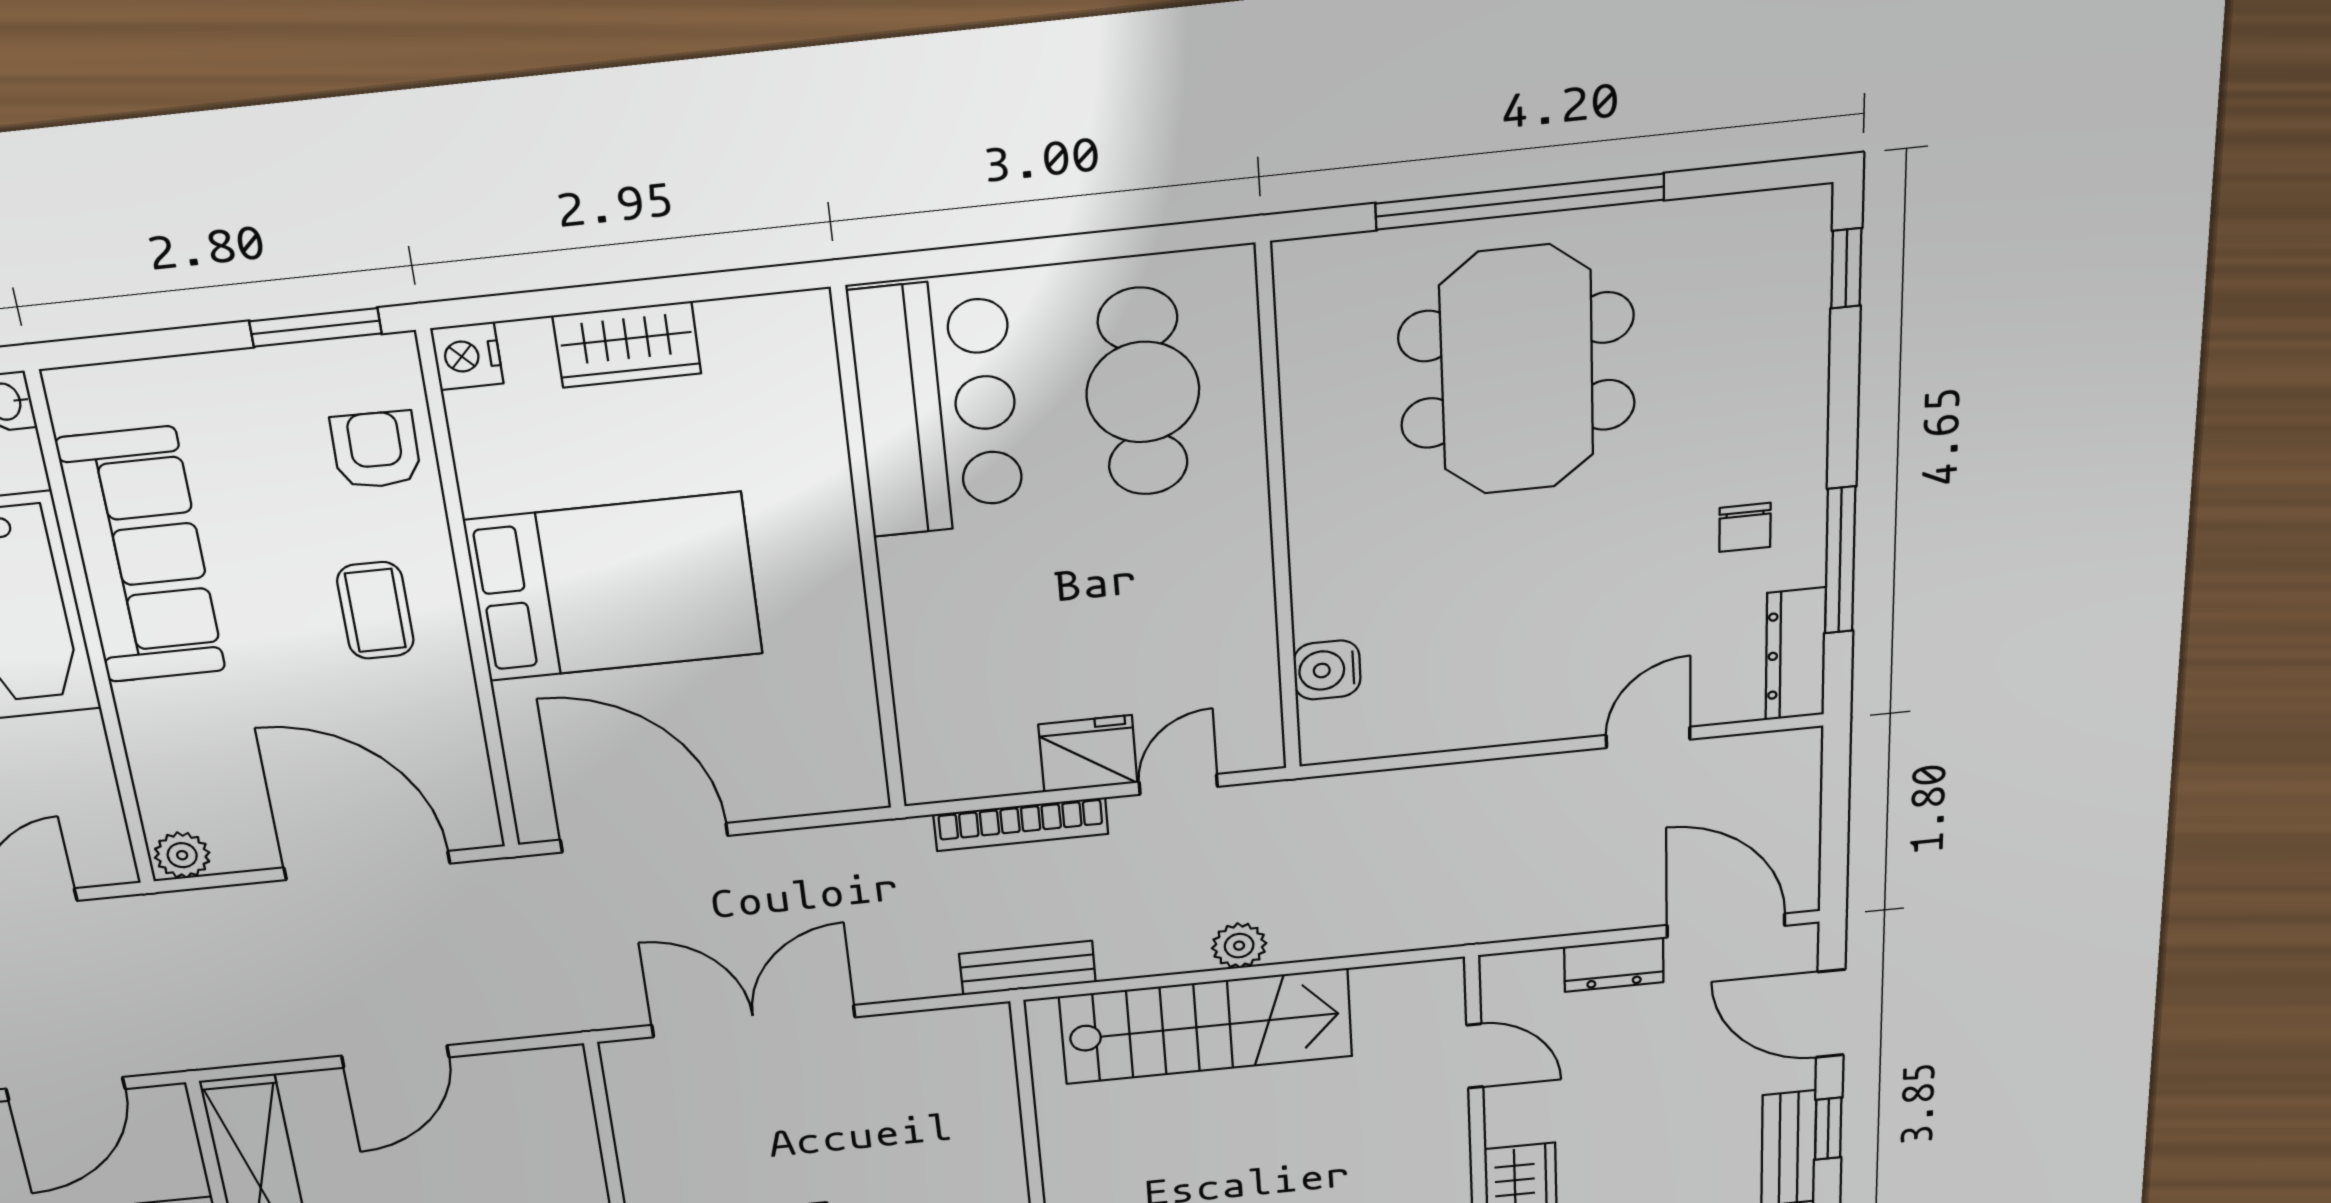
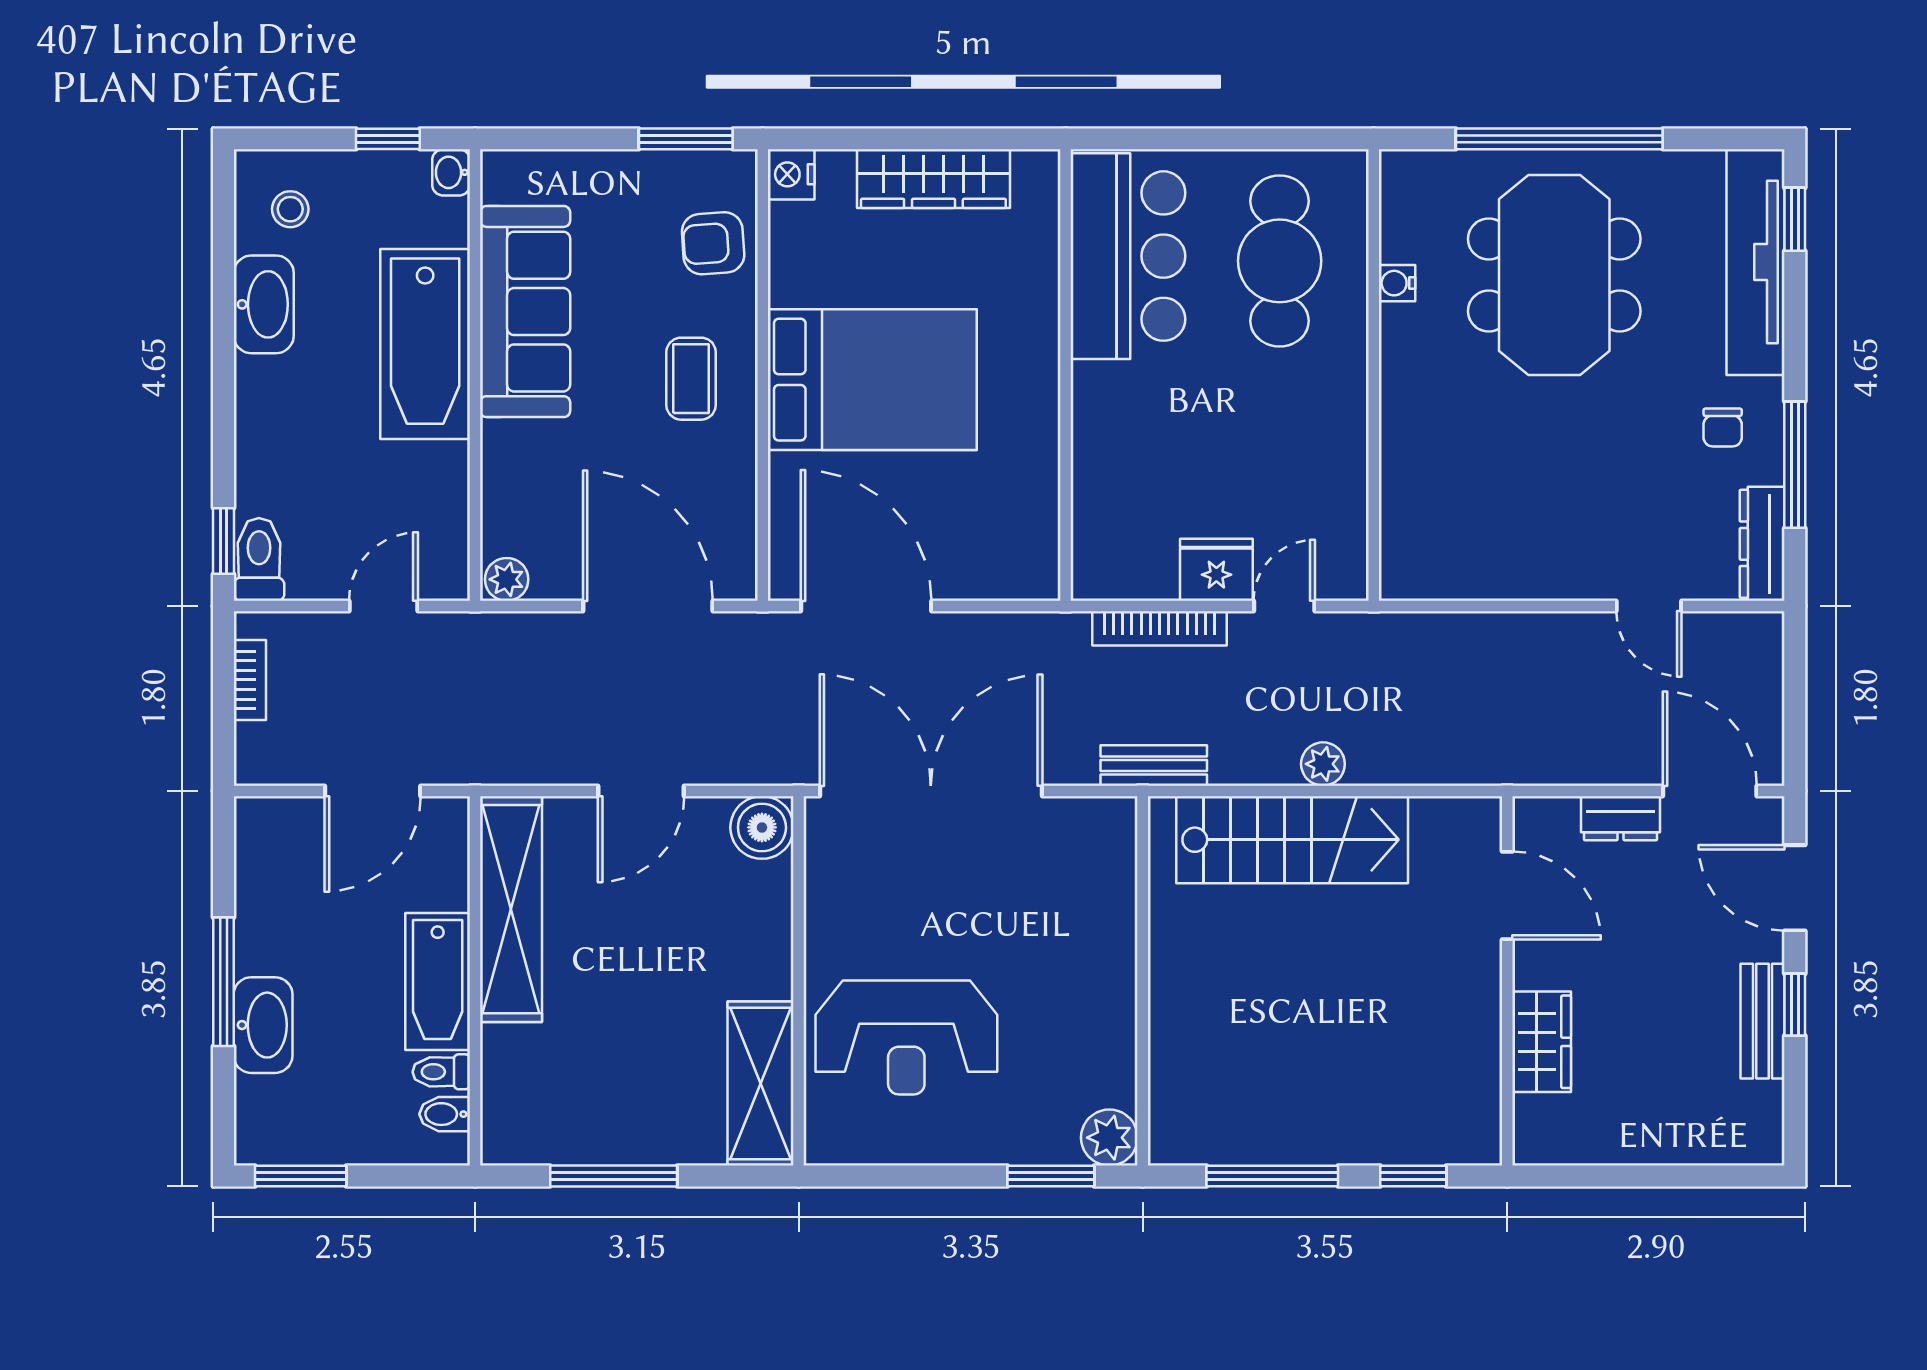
tv unit: (1792, 327) -> (1756, 262), added
wardrobe: (627, 345) -> (933, 179), width x1.50
armchair: (376, 450) -> (713, 243), turned -95
water cooler: (1327, 670) -> (1397, 283), moved, width x0.72, depth x0.72
door: (1648, 737) -> (1649, 606), swing flipped
double door: (753, 1021) -> (931, 791), width x1.36
door: (1475, 1056) -> (1507, 896), width x1.38
boiler: (551, 1078) -> (762, 827), added

